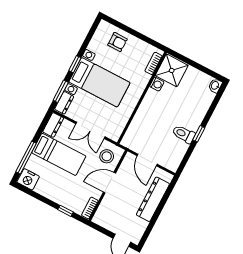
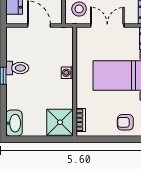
washing machine: (157, 84) -> (67, 73), moved
washbasin: (215, 86) -> (14, 123), width x1.91, depth x1.45

